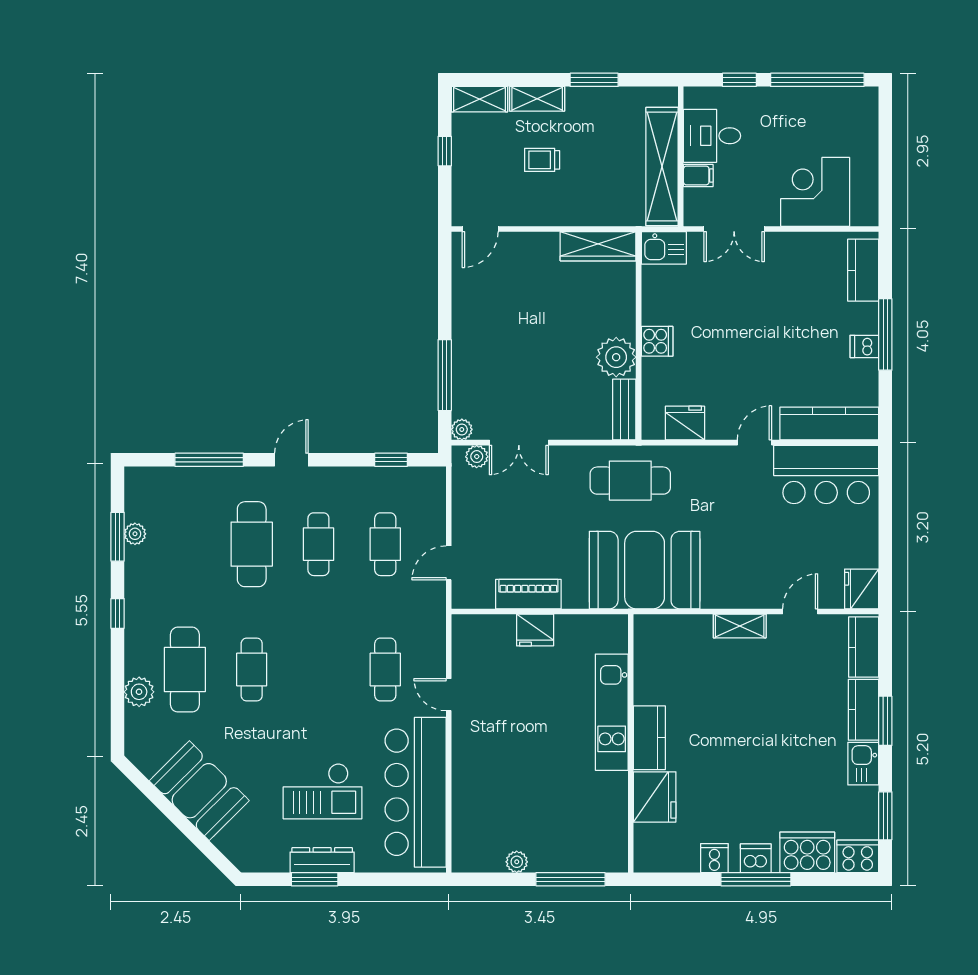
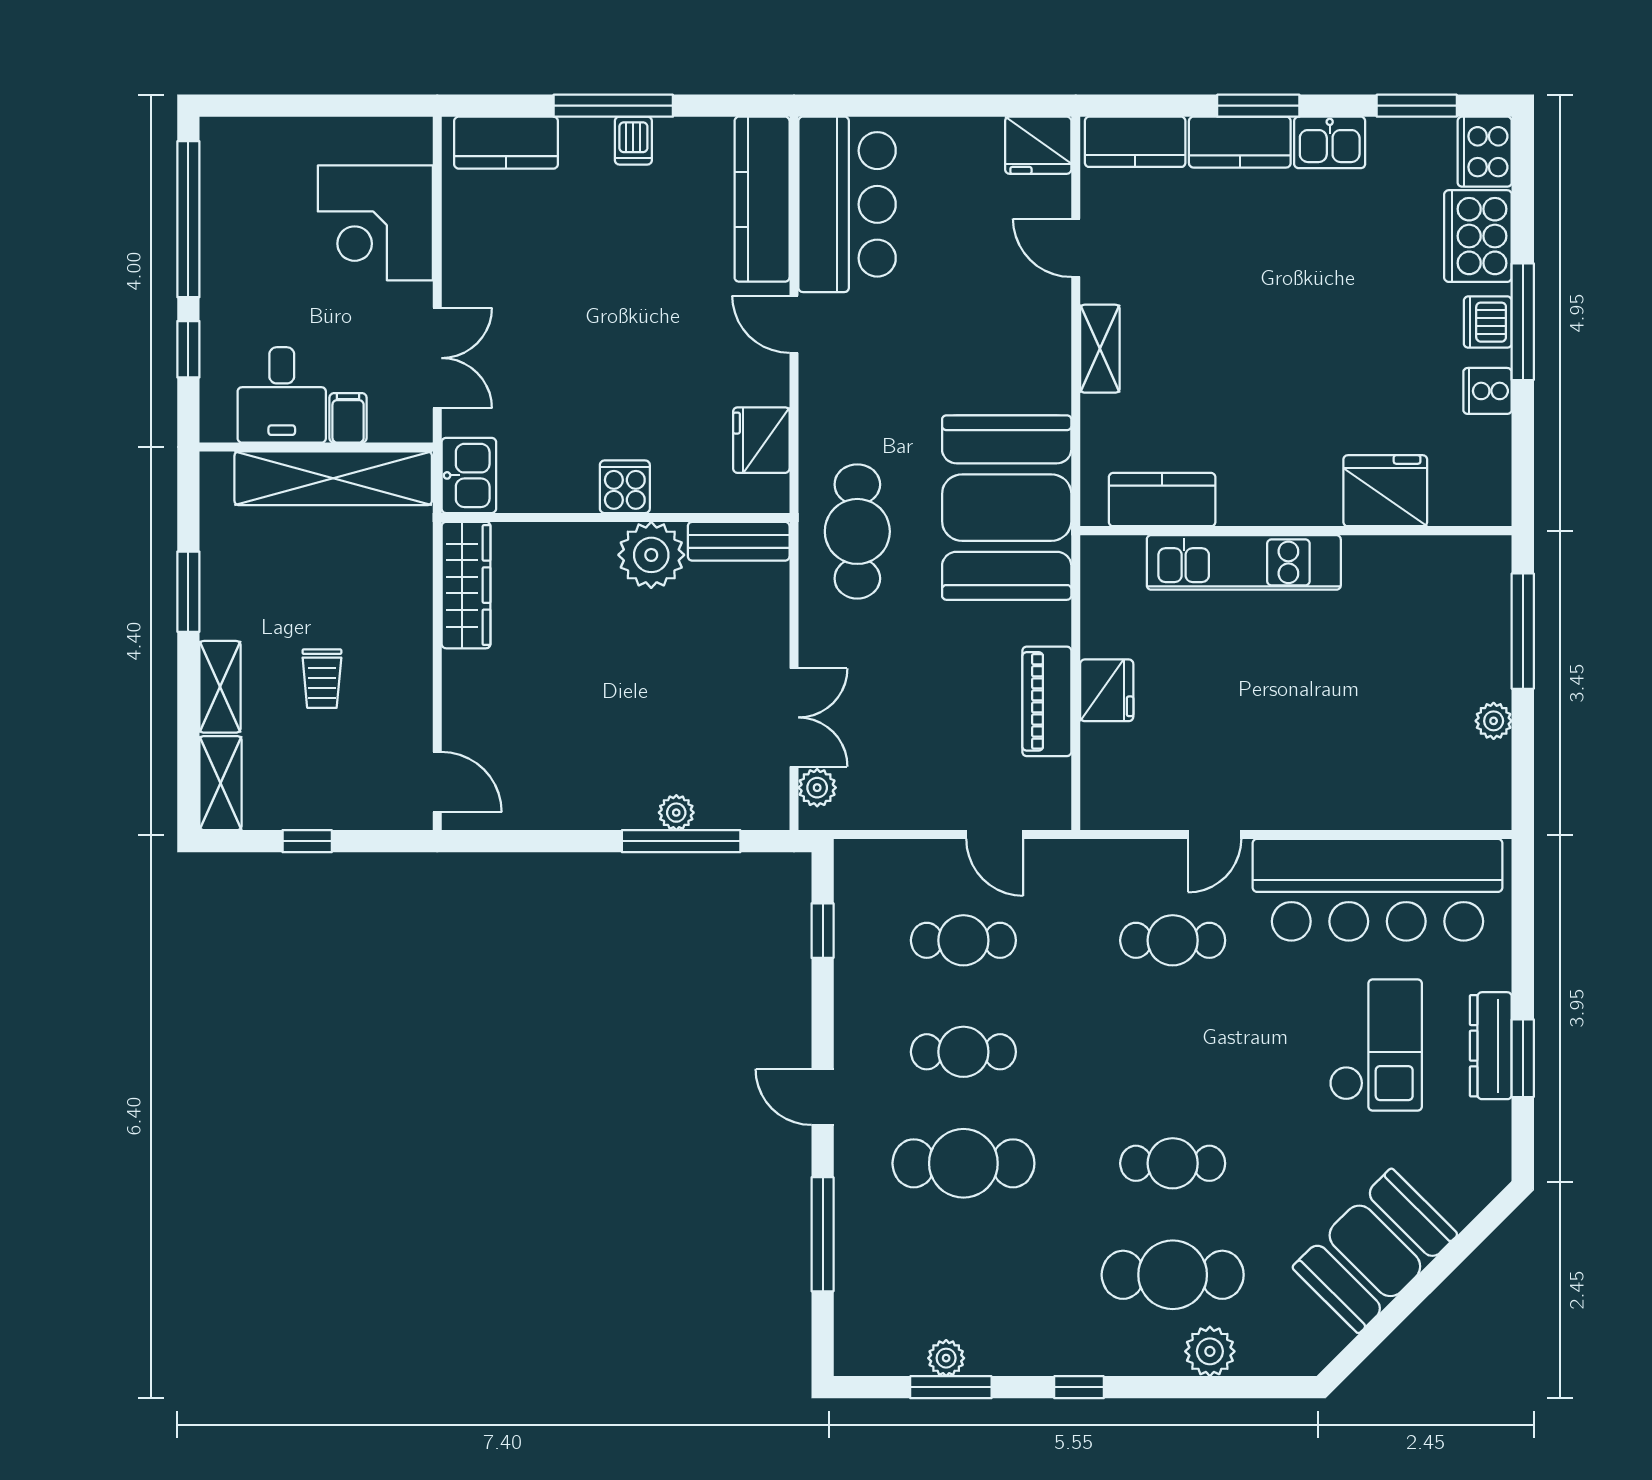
plant: (462, 429) -> (676, 813), moved
kitchen counter: (649, 738) -> (1162, 500), moved

